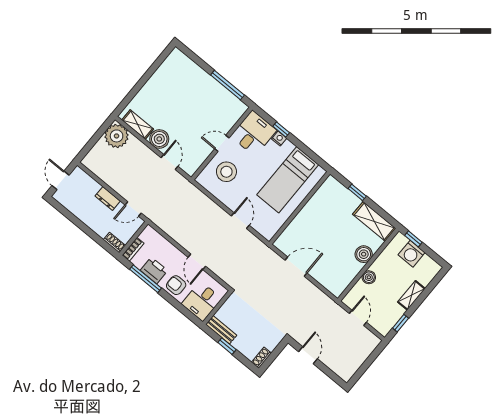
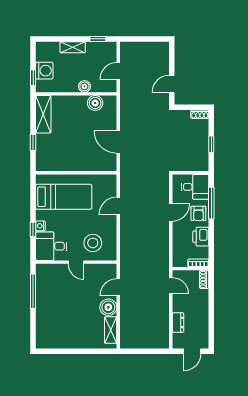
plant: (117, 136) -> (130, 338), removed
dresser: (108, 199) -> (178, 323), moved
boiler: (364, 254) -> (95, 103), moved
window: (146, 279) -> (211, 203), moved
bench: (221, 330) -> (203, 157), removed

